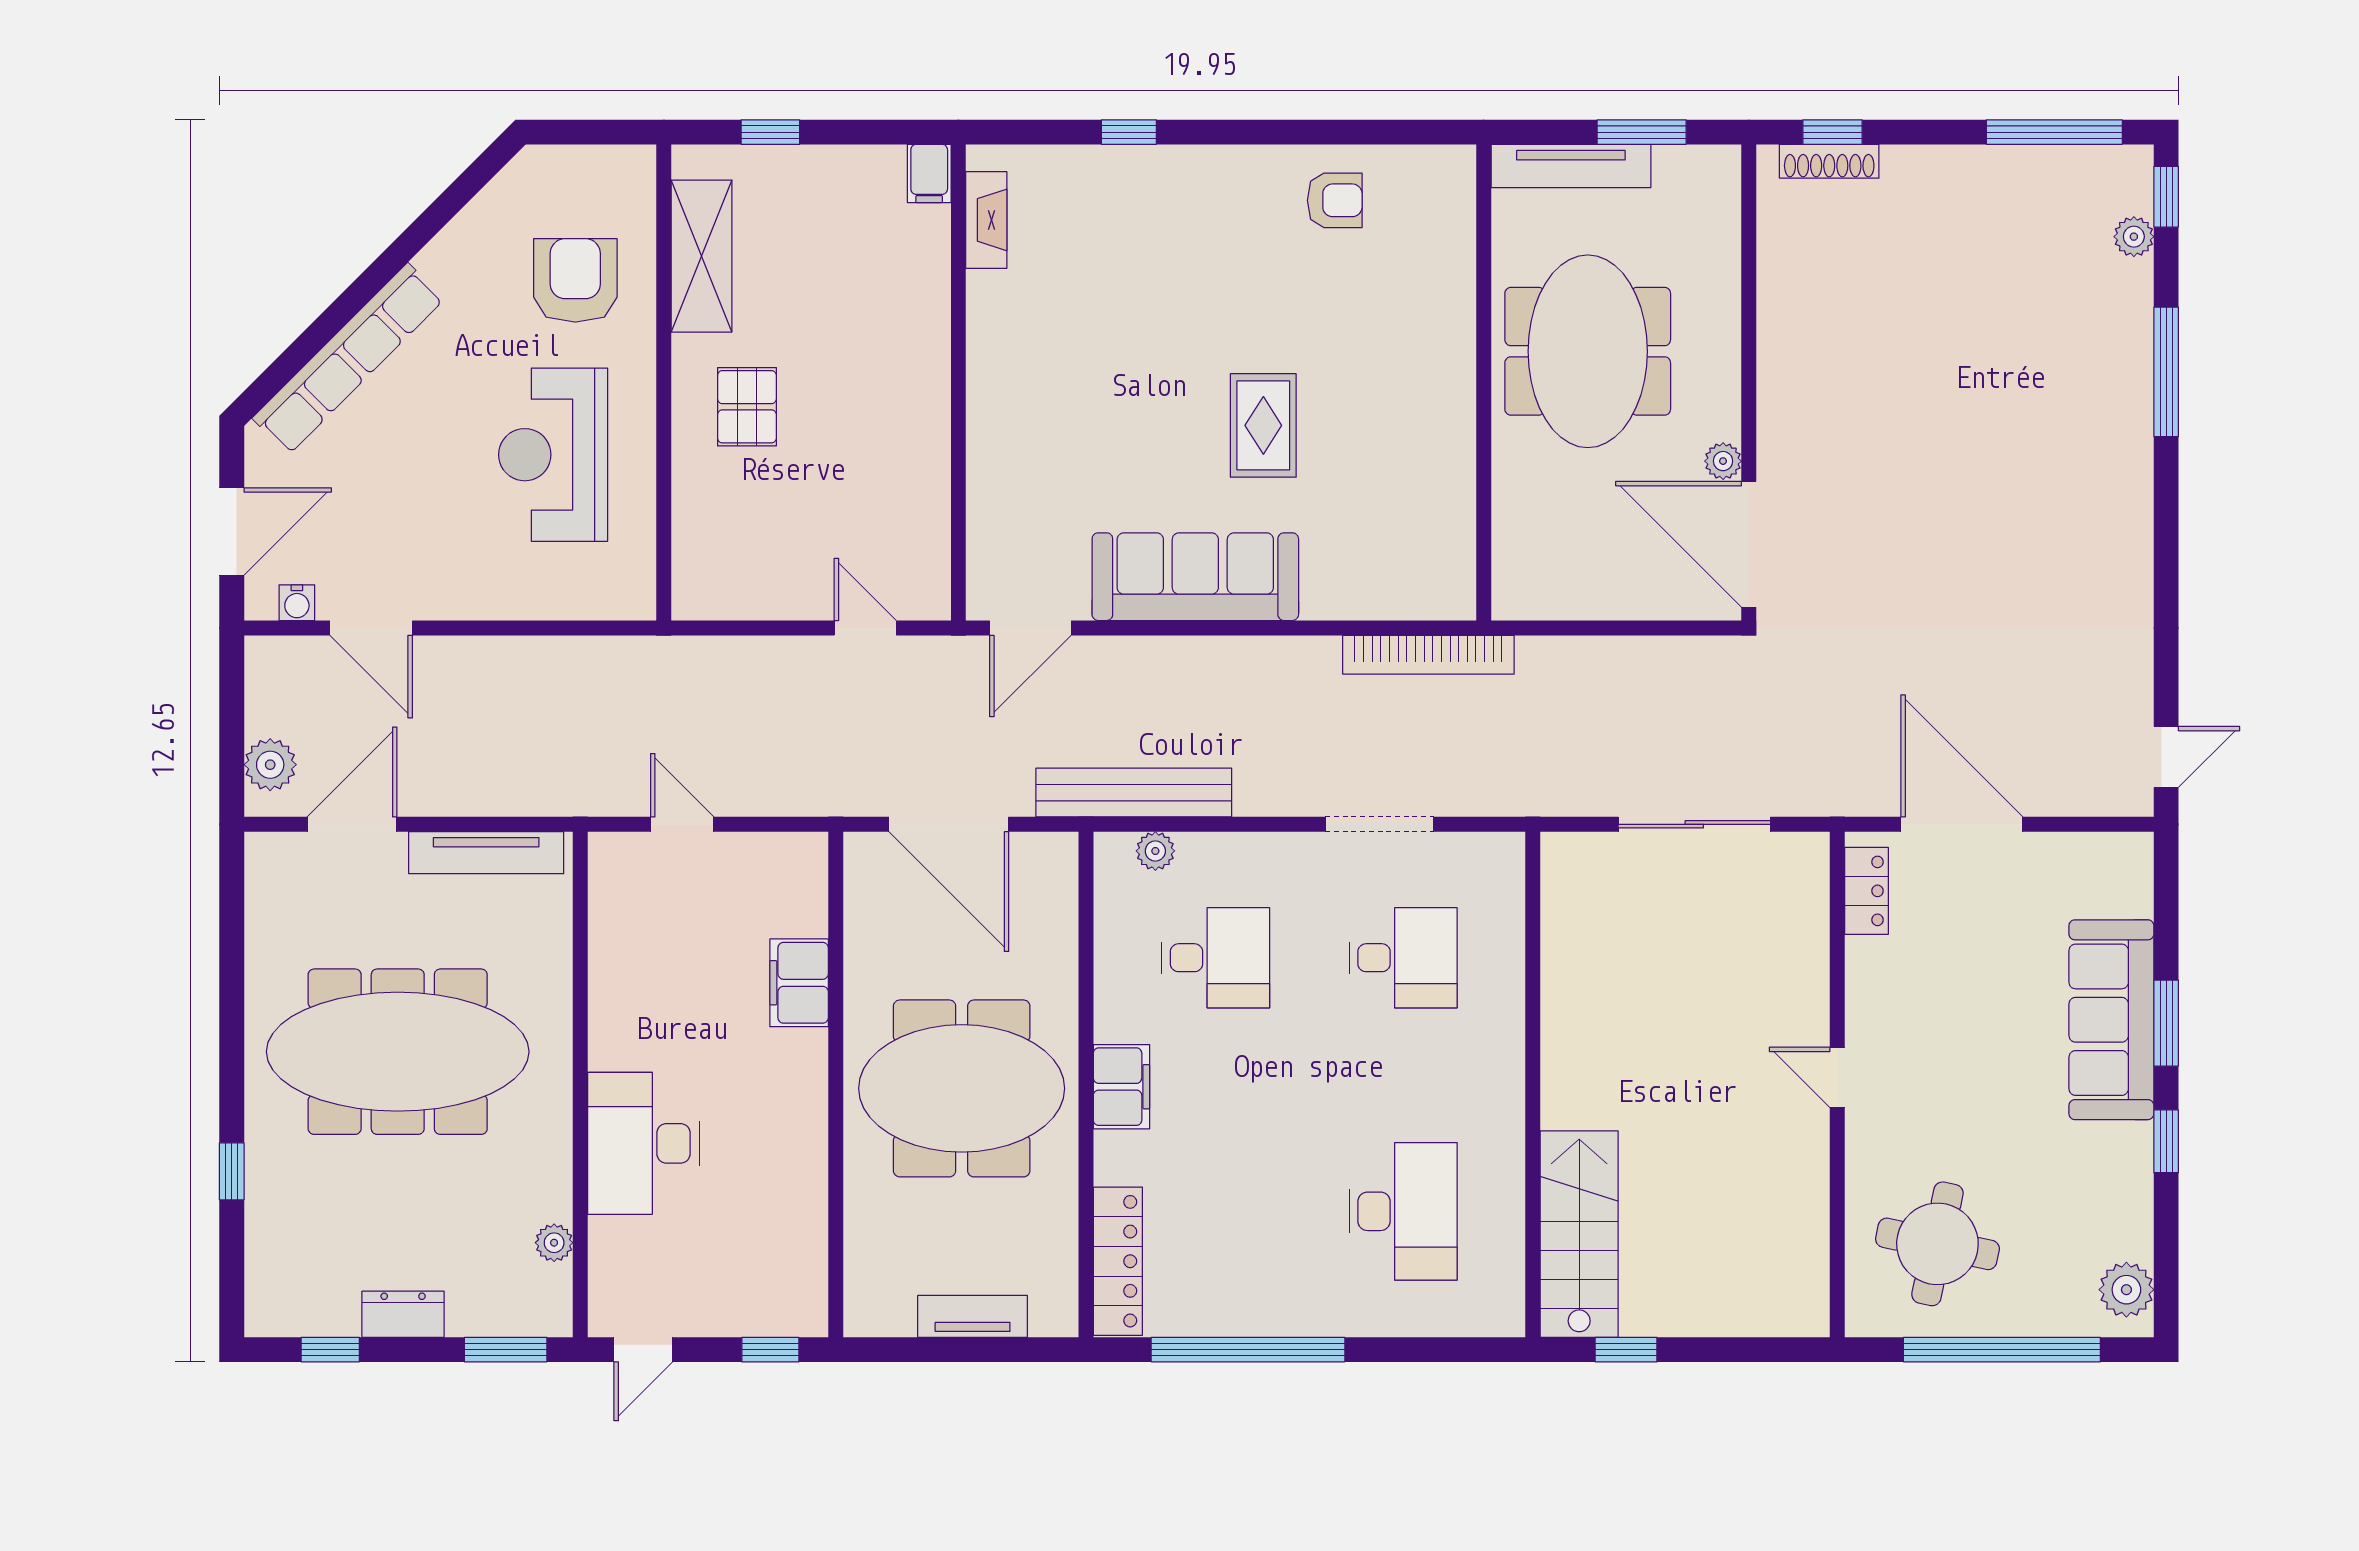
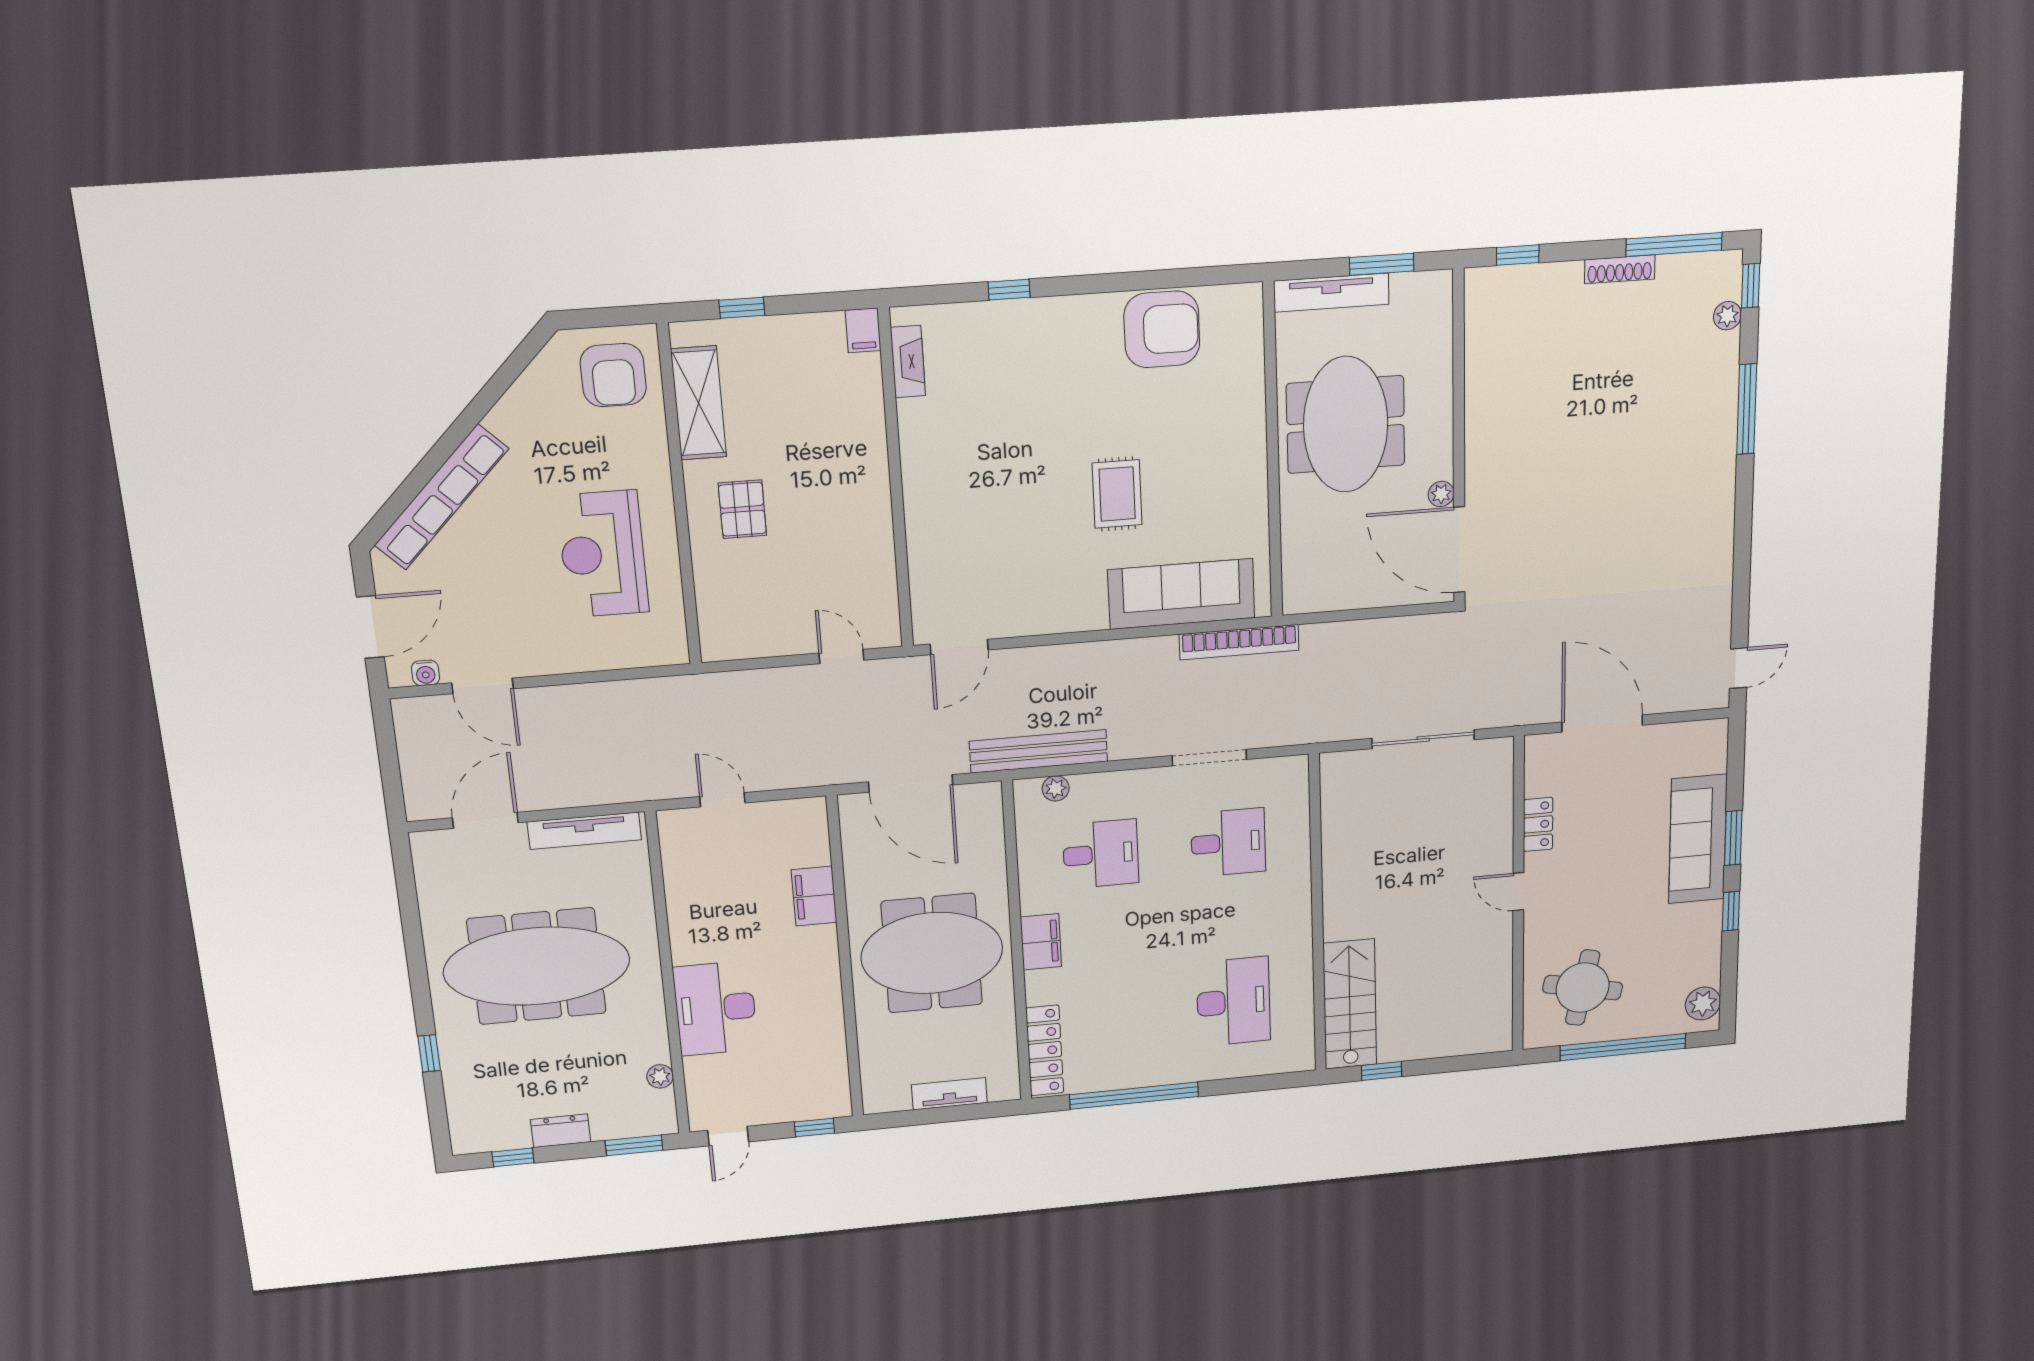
shoe rack: (1829, 161) -> (1620, 269), moved
armchair: (1335, 200) -> (1162, 329), width x1.88, depth x1.88
armchair: (575, 280) -> (613, 375), moved, turned 180
sofa: (1195, 577) -> (1181, 594), moved
plant: (270, 765) -> (421, 785), removed
locker: (1867, 891) -> (1538, 824), moved

